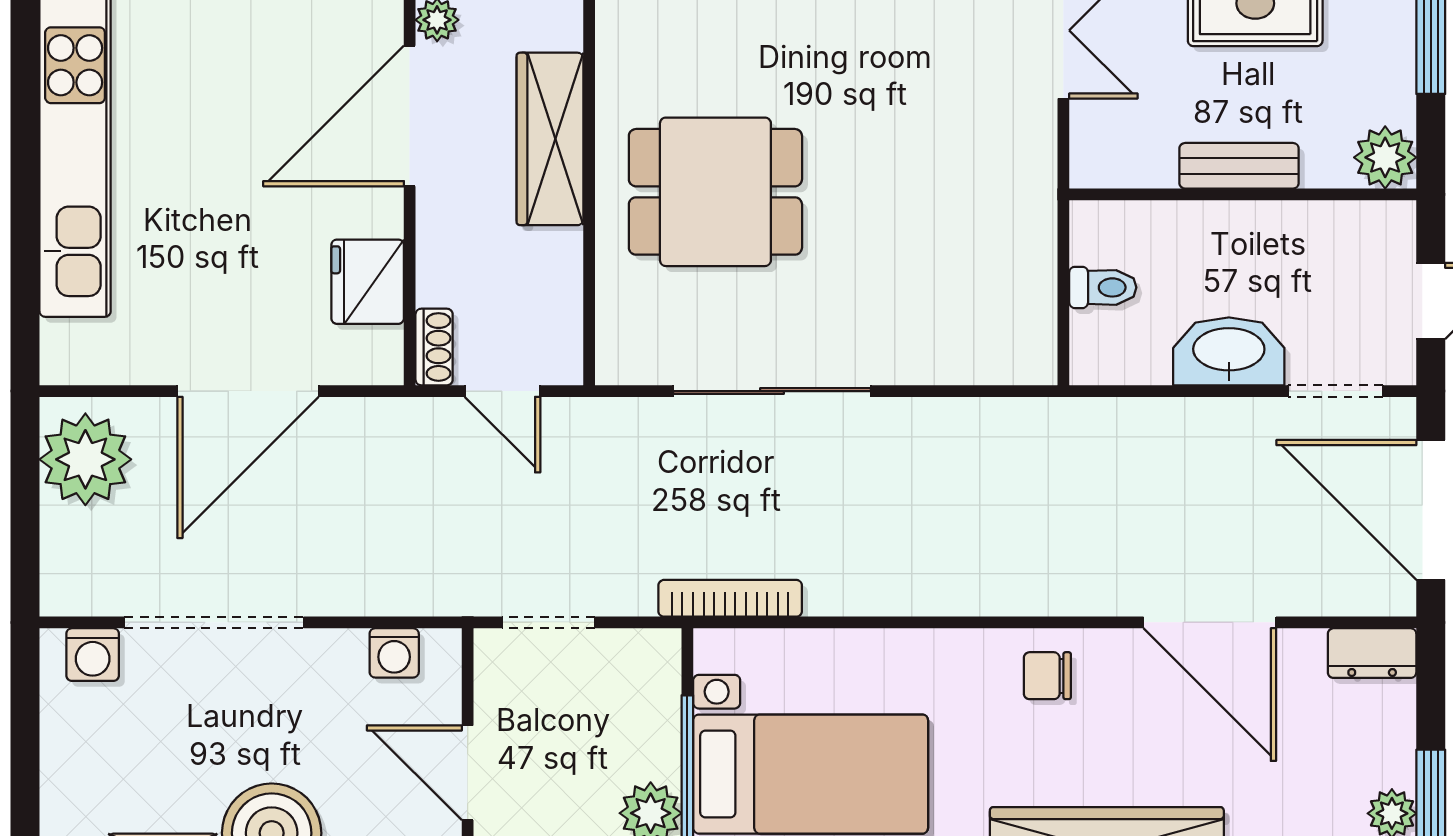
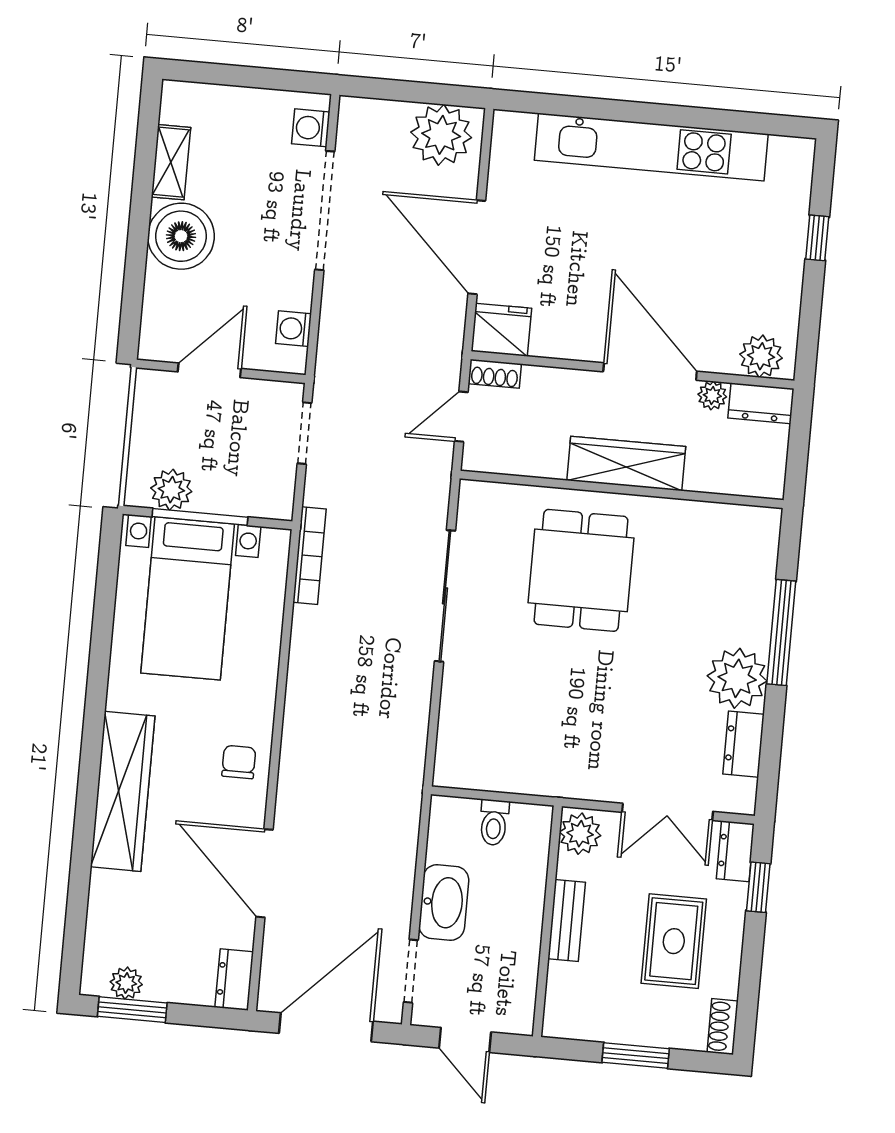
plant: (1385, 157) -> (580, 834), moved
fridge: (368, 282) -> (501, 330), moved
door: (1210, 622) -> (264, 873), hinge flipped

